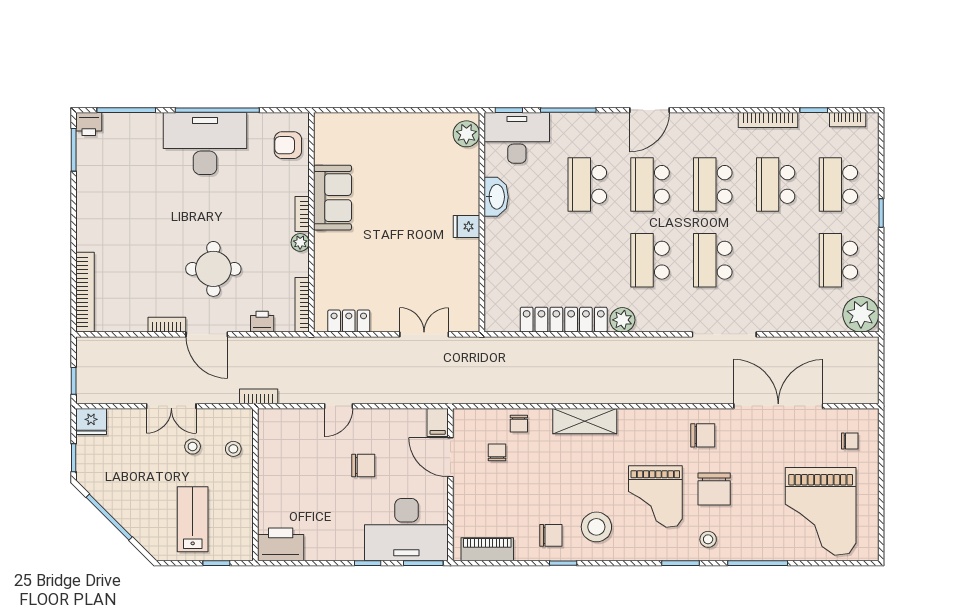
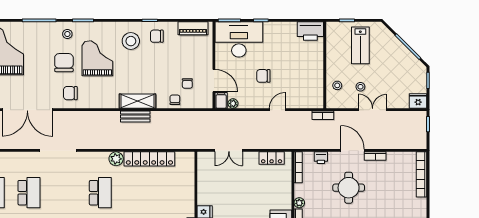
school desk: (713, 260) -> (29, 193), moved
bench: (589, 394) -> (135, 117), added
plant: (417, 417) -> (233, 103), added

